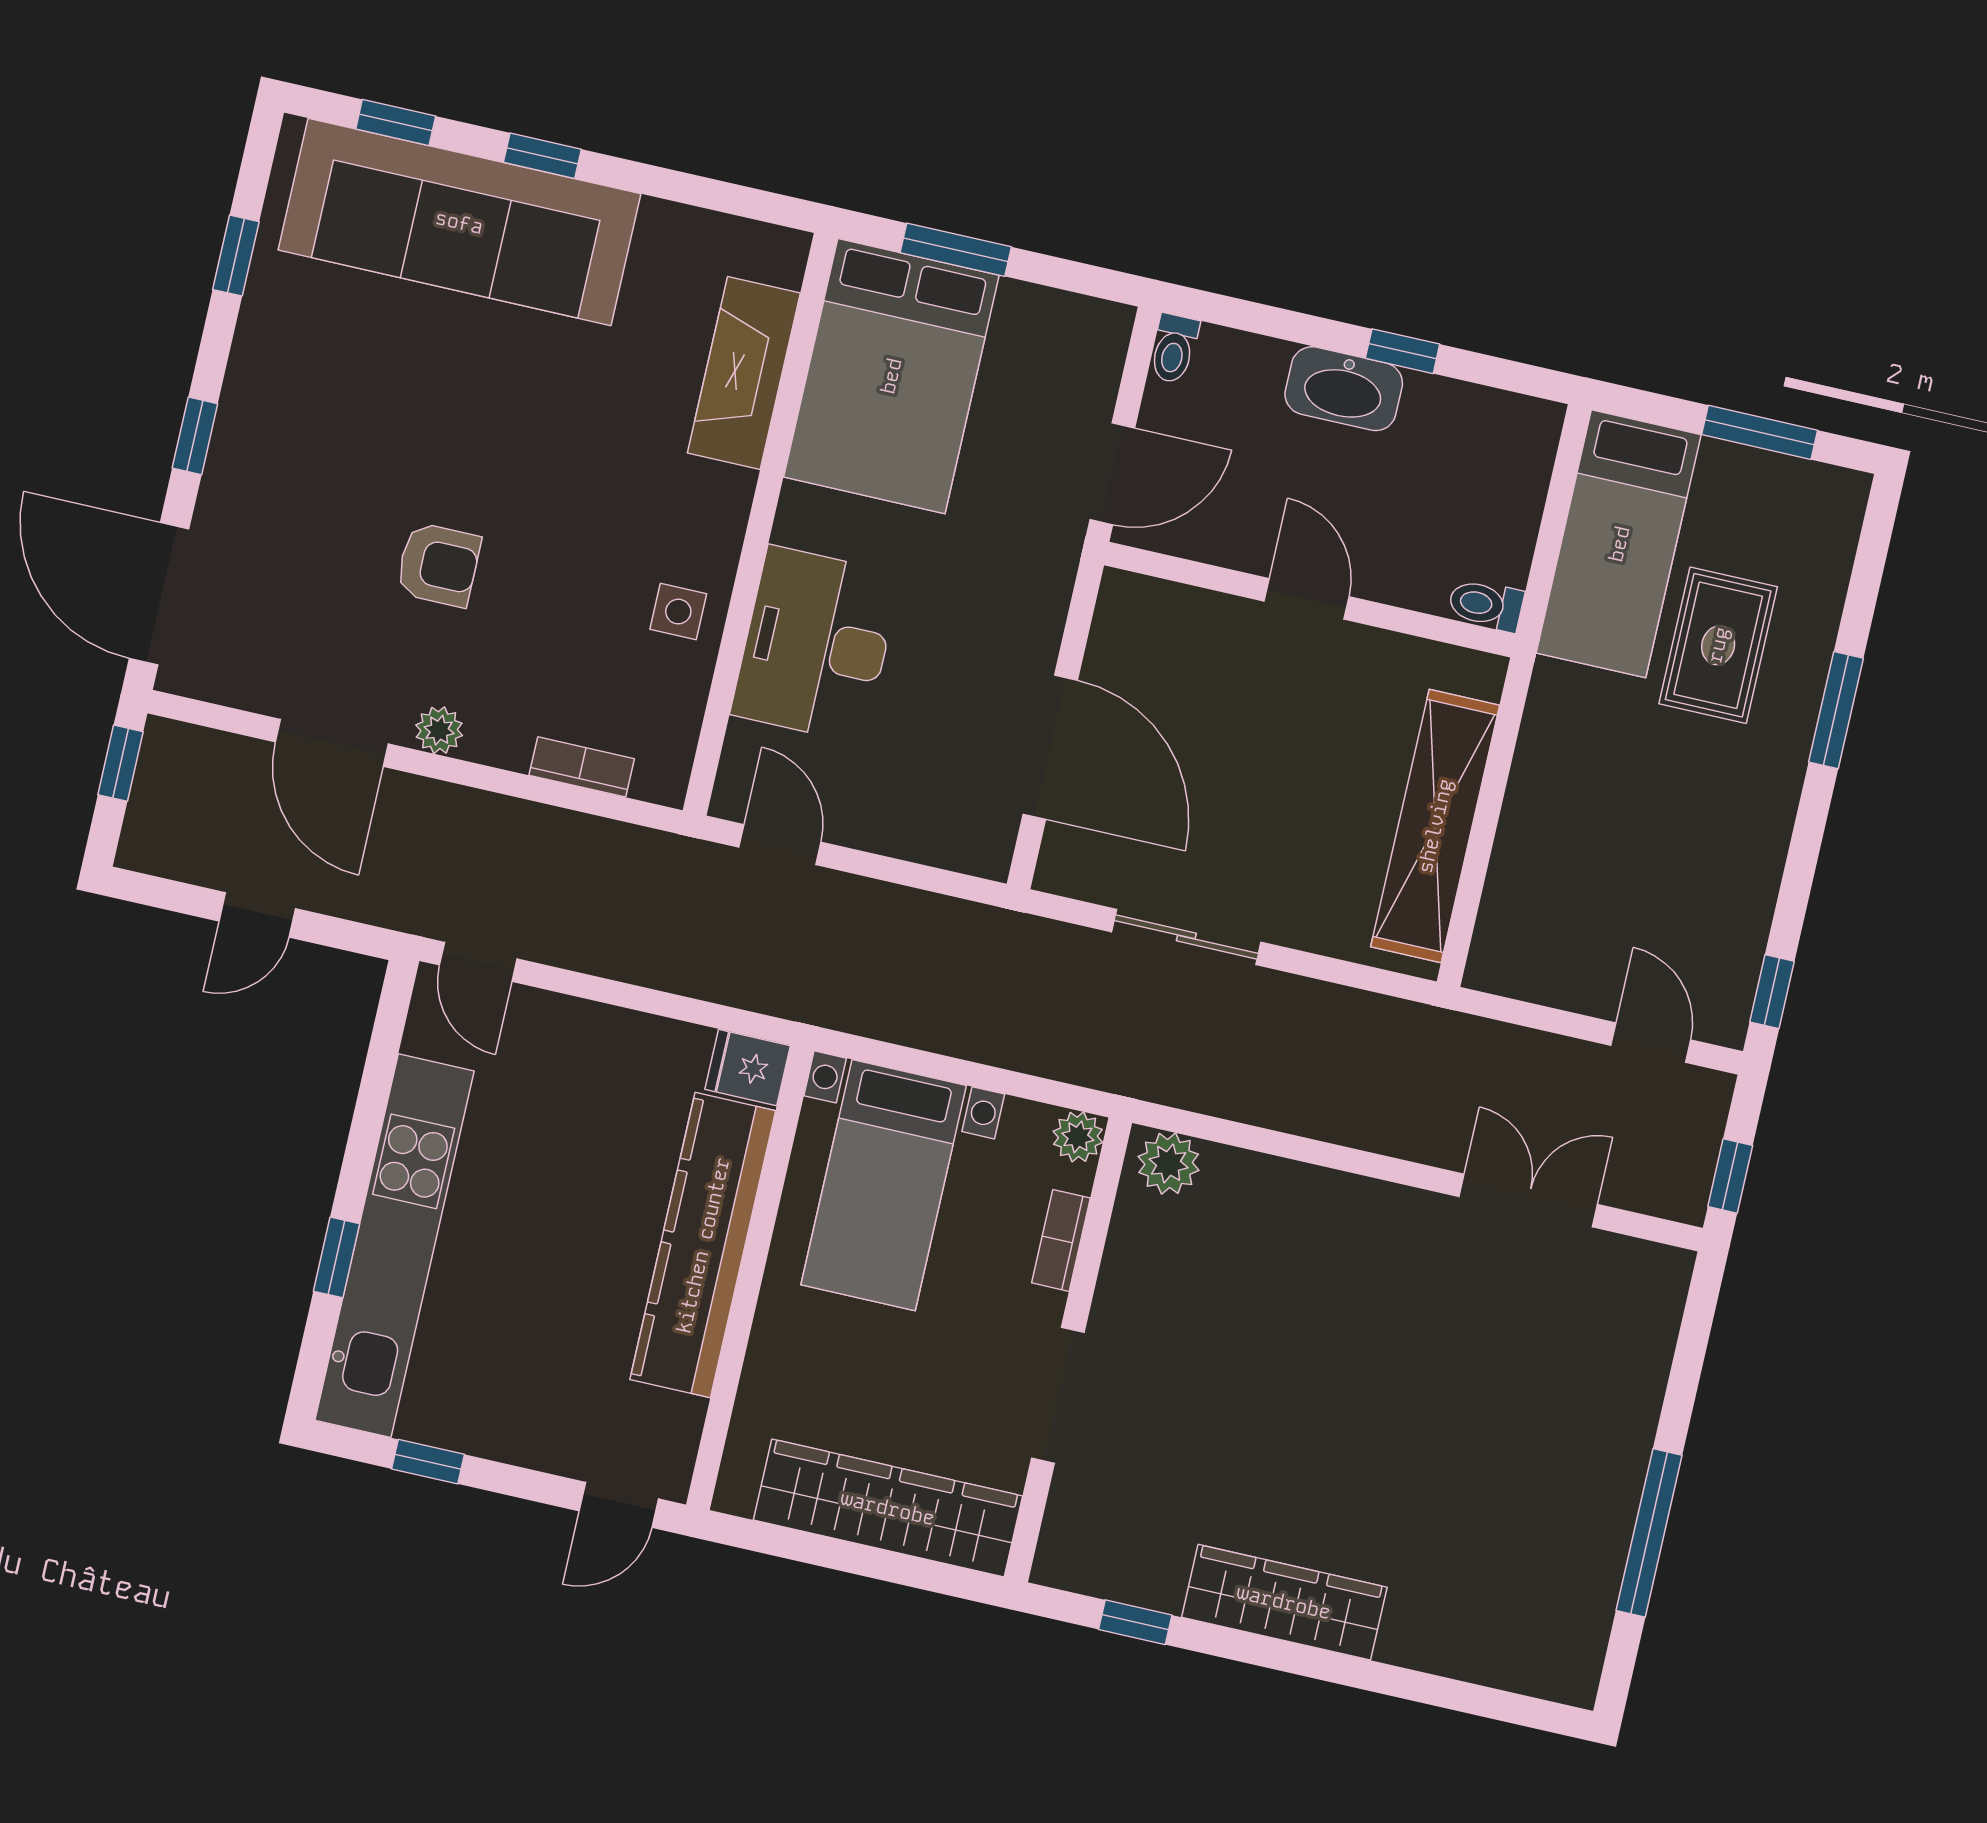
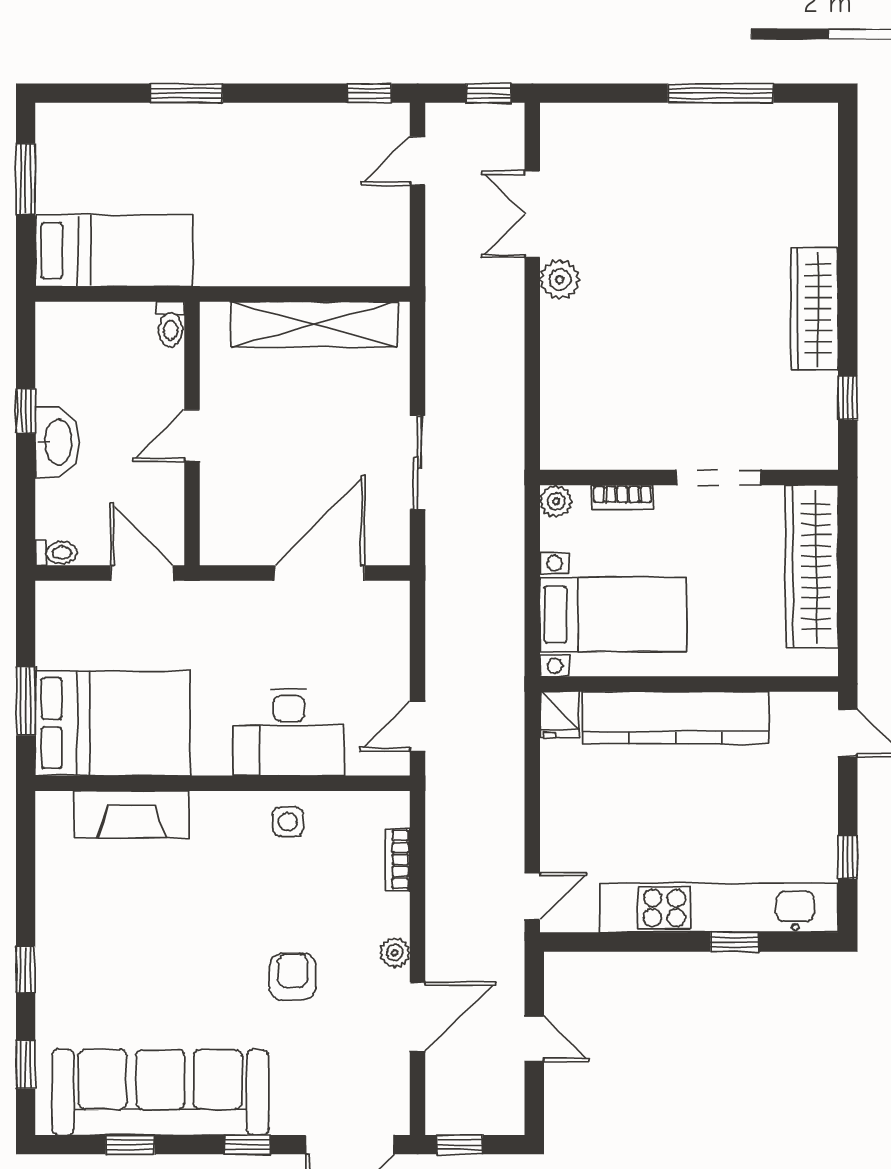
sofa: (459, 222) -> (160, 1092), moved, turned -90
rug: (1718, 645) -> (163, 175), removed
plant: (1169, 1163) -> (560, 280), moved

